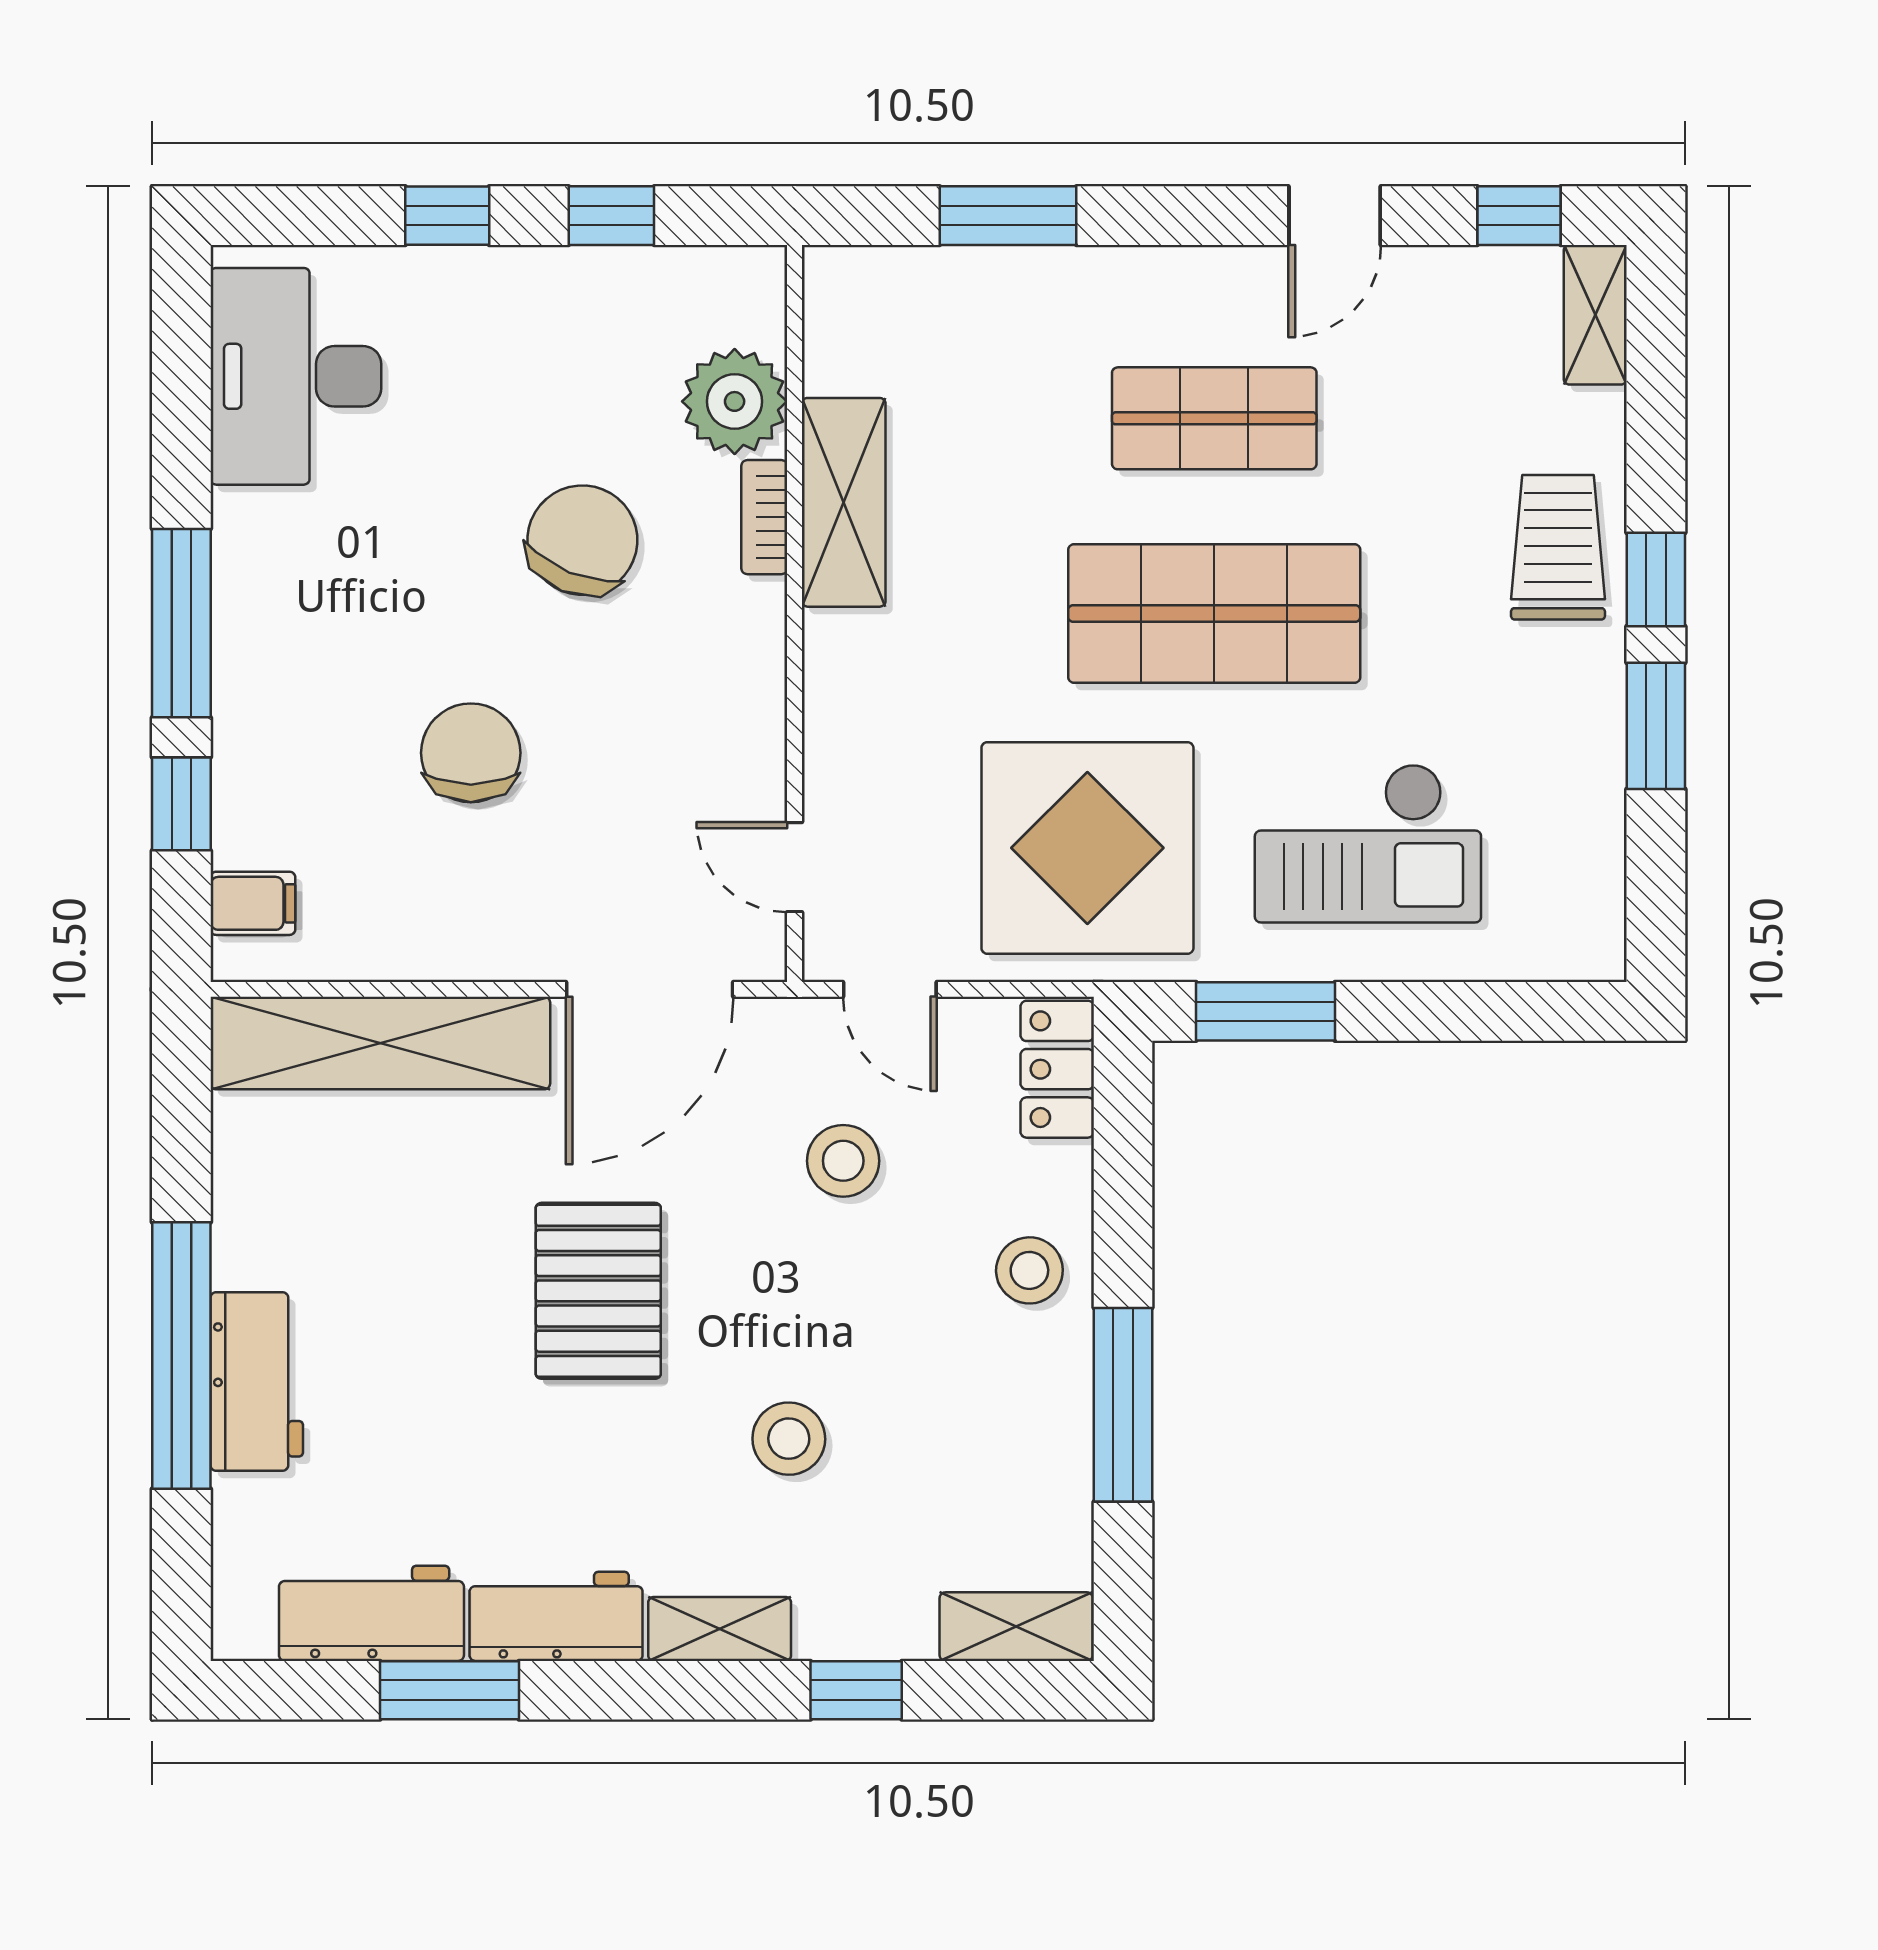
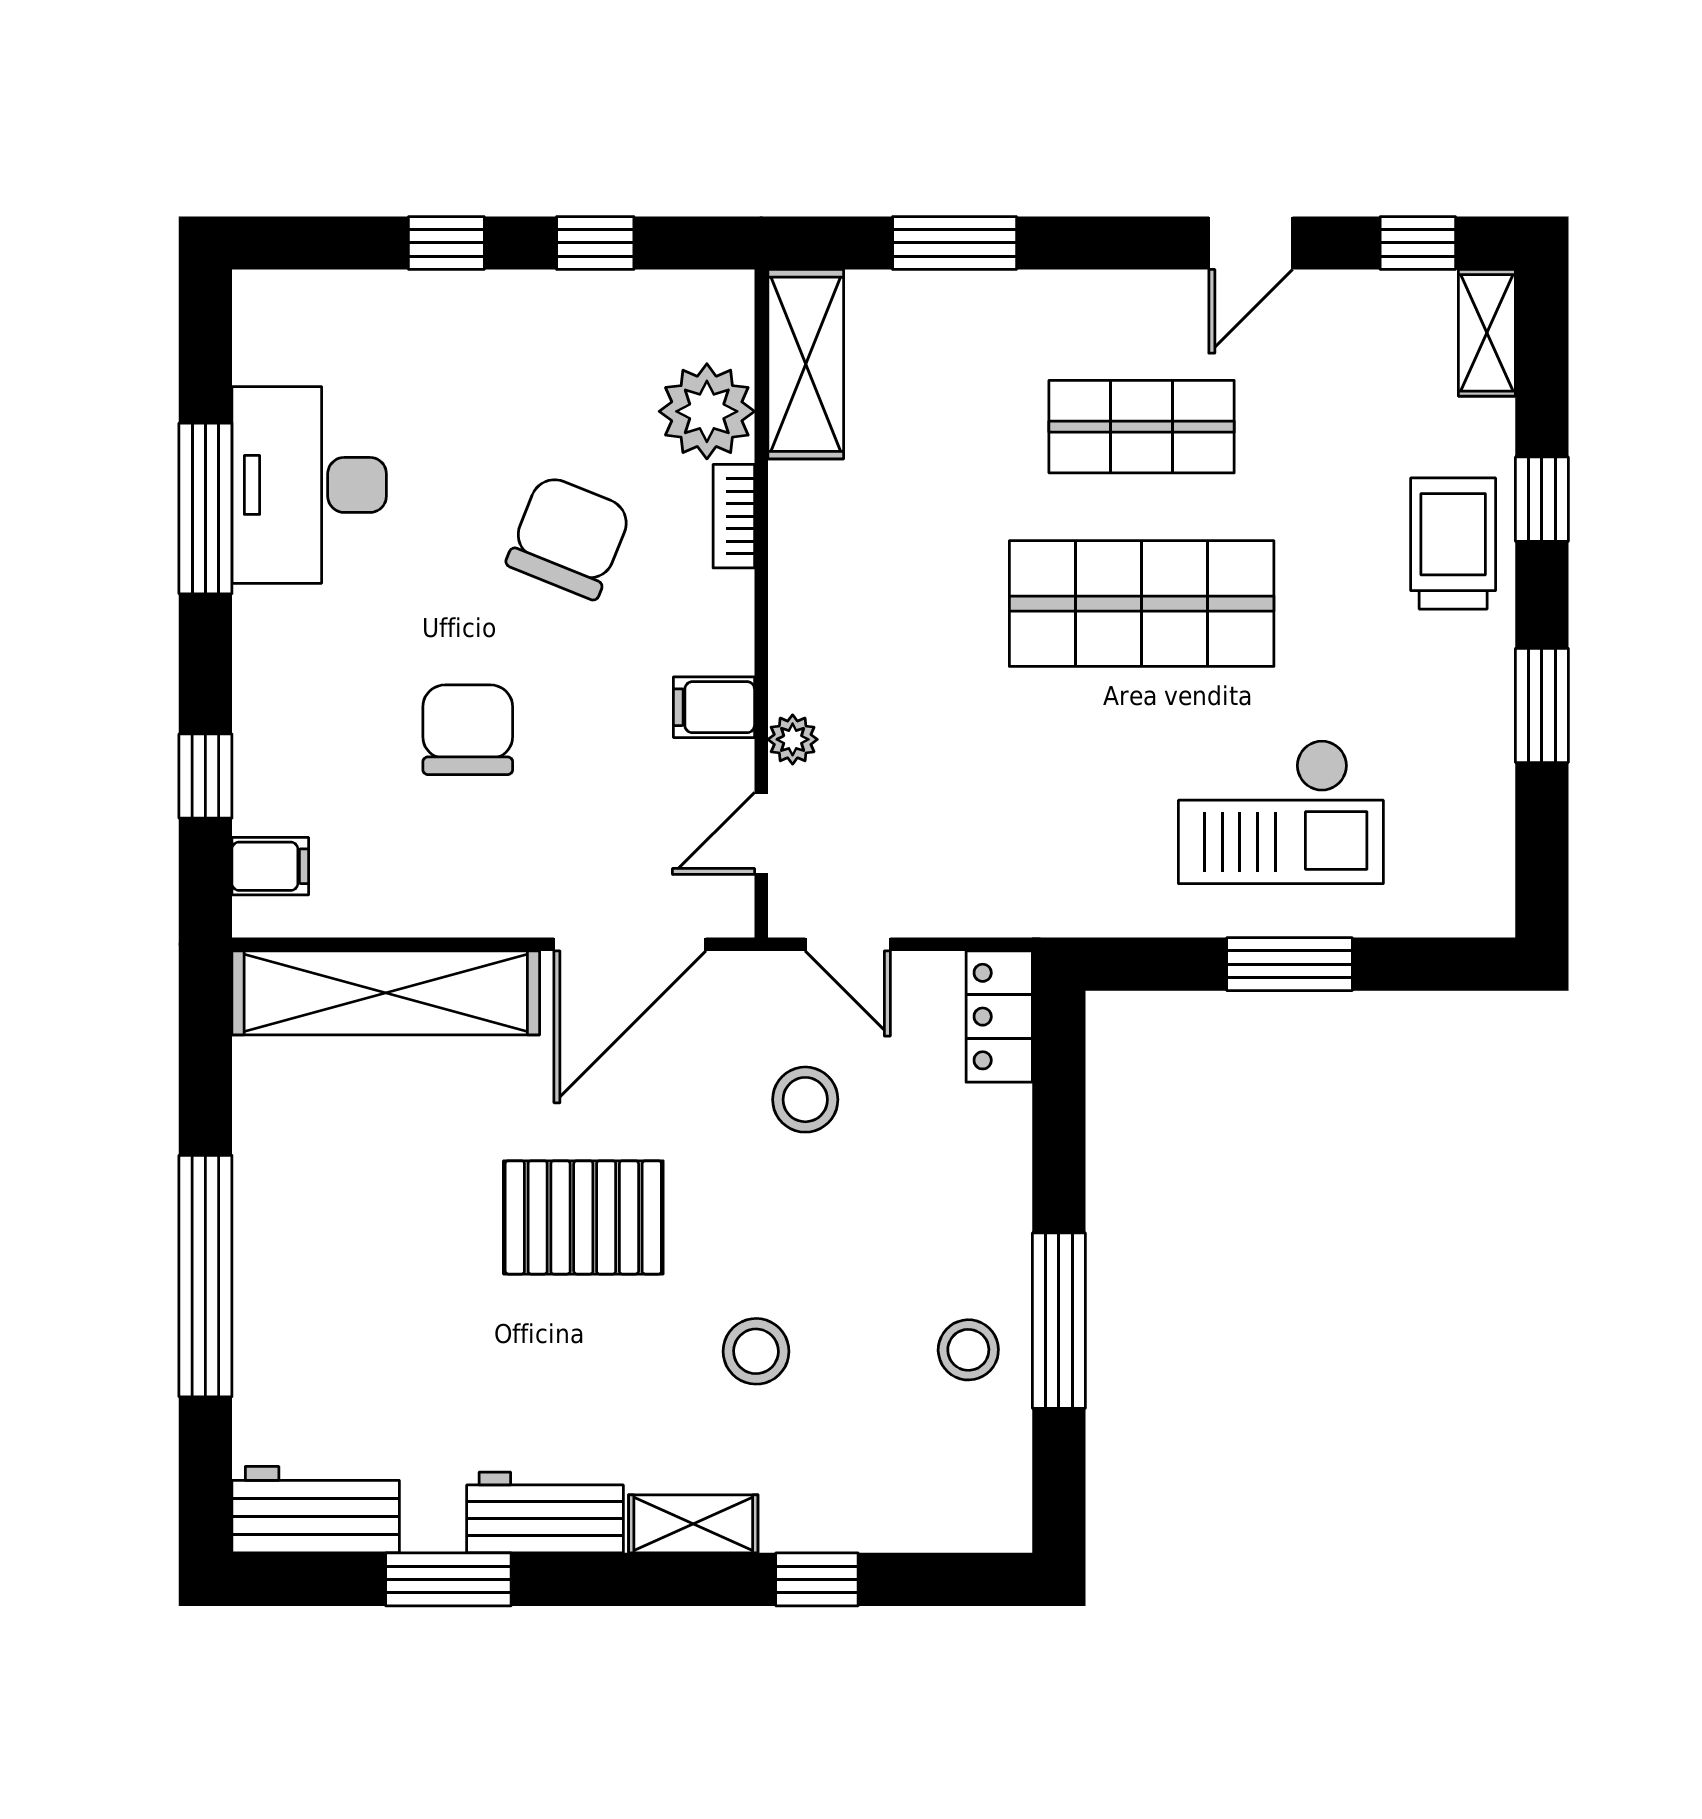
desk: (296, 376) -> (309, 485), moved
shelving: (844, 502) -> (806, 364), moved
window: (1656, 579) -> (1542, 499), moved
window: (181, 623) -> (205, 508), moved
filing cabinet: (742, 728) -> (714, 707), added
plant: (829, 763) -> (793, 739), added
display table: (1087, 848) -> (1027, 816), removed
door: (795, 867) -> (761, 833), hinge flipped
window: (1266, 1011) -> (1290, 964), moved
stool: (1029, 1270) -> (968, 1350), moved
pallet: (598, 1291) -> (583, 1217), turned 90
workbench: (257, 1381) -> (274, 1300), removed
workbench: (371, 1613) -> (316, 1510), moved
shelving: (1016, 1627) -> (962, 1522), removed

